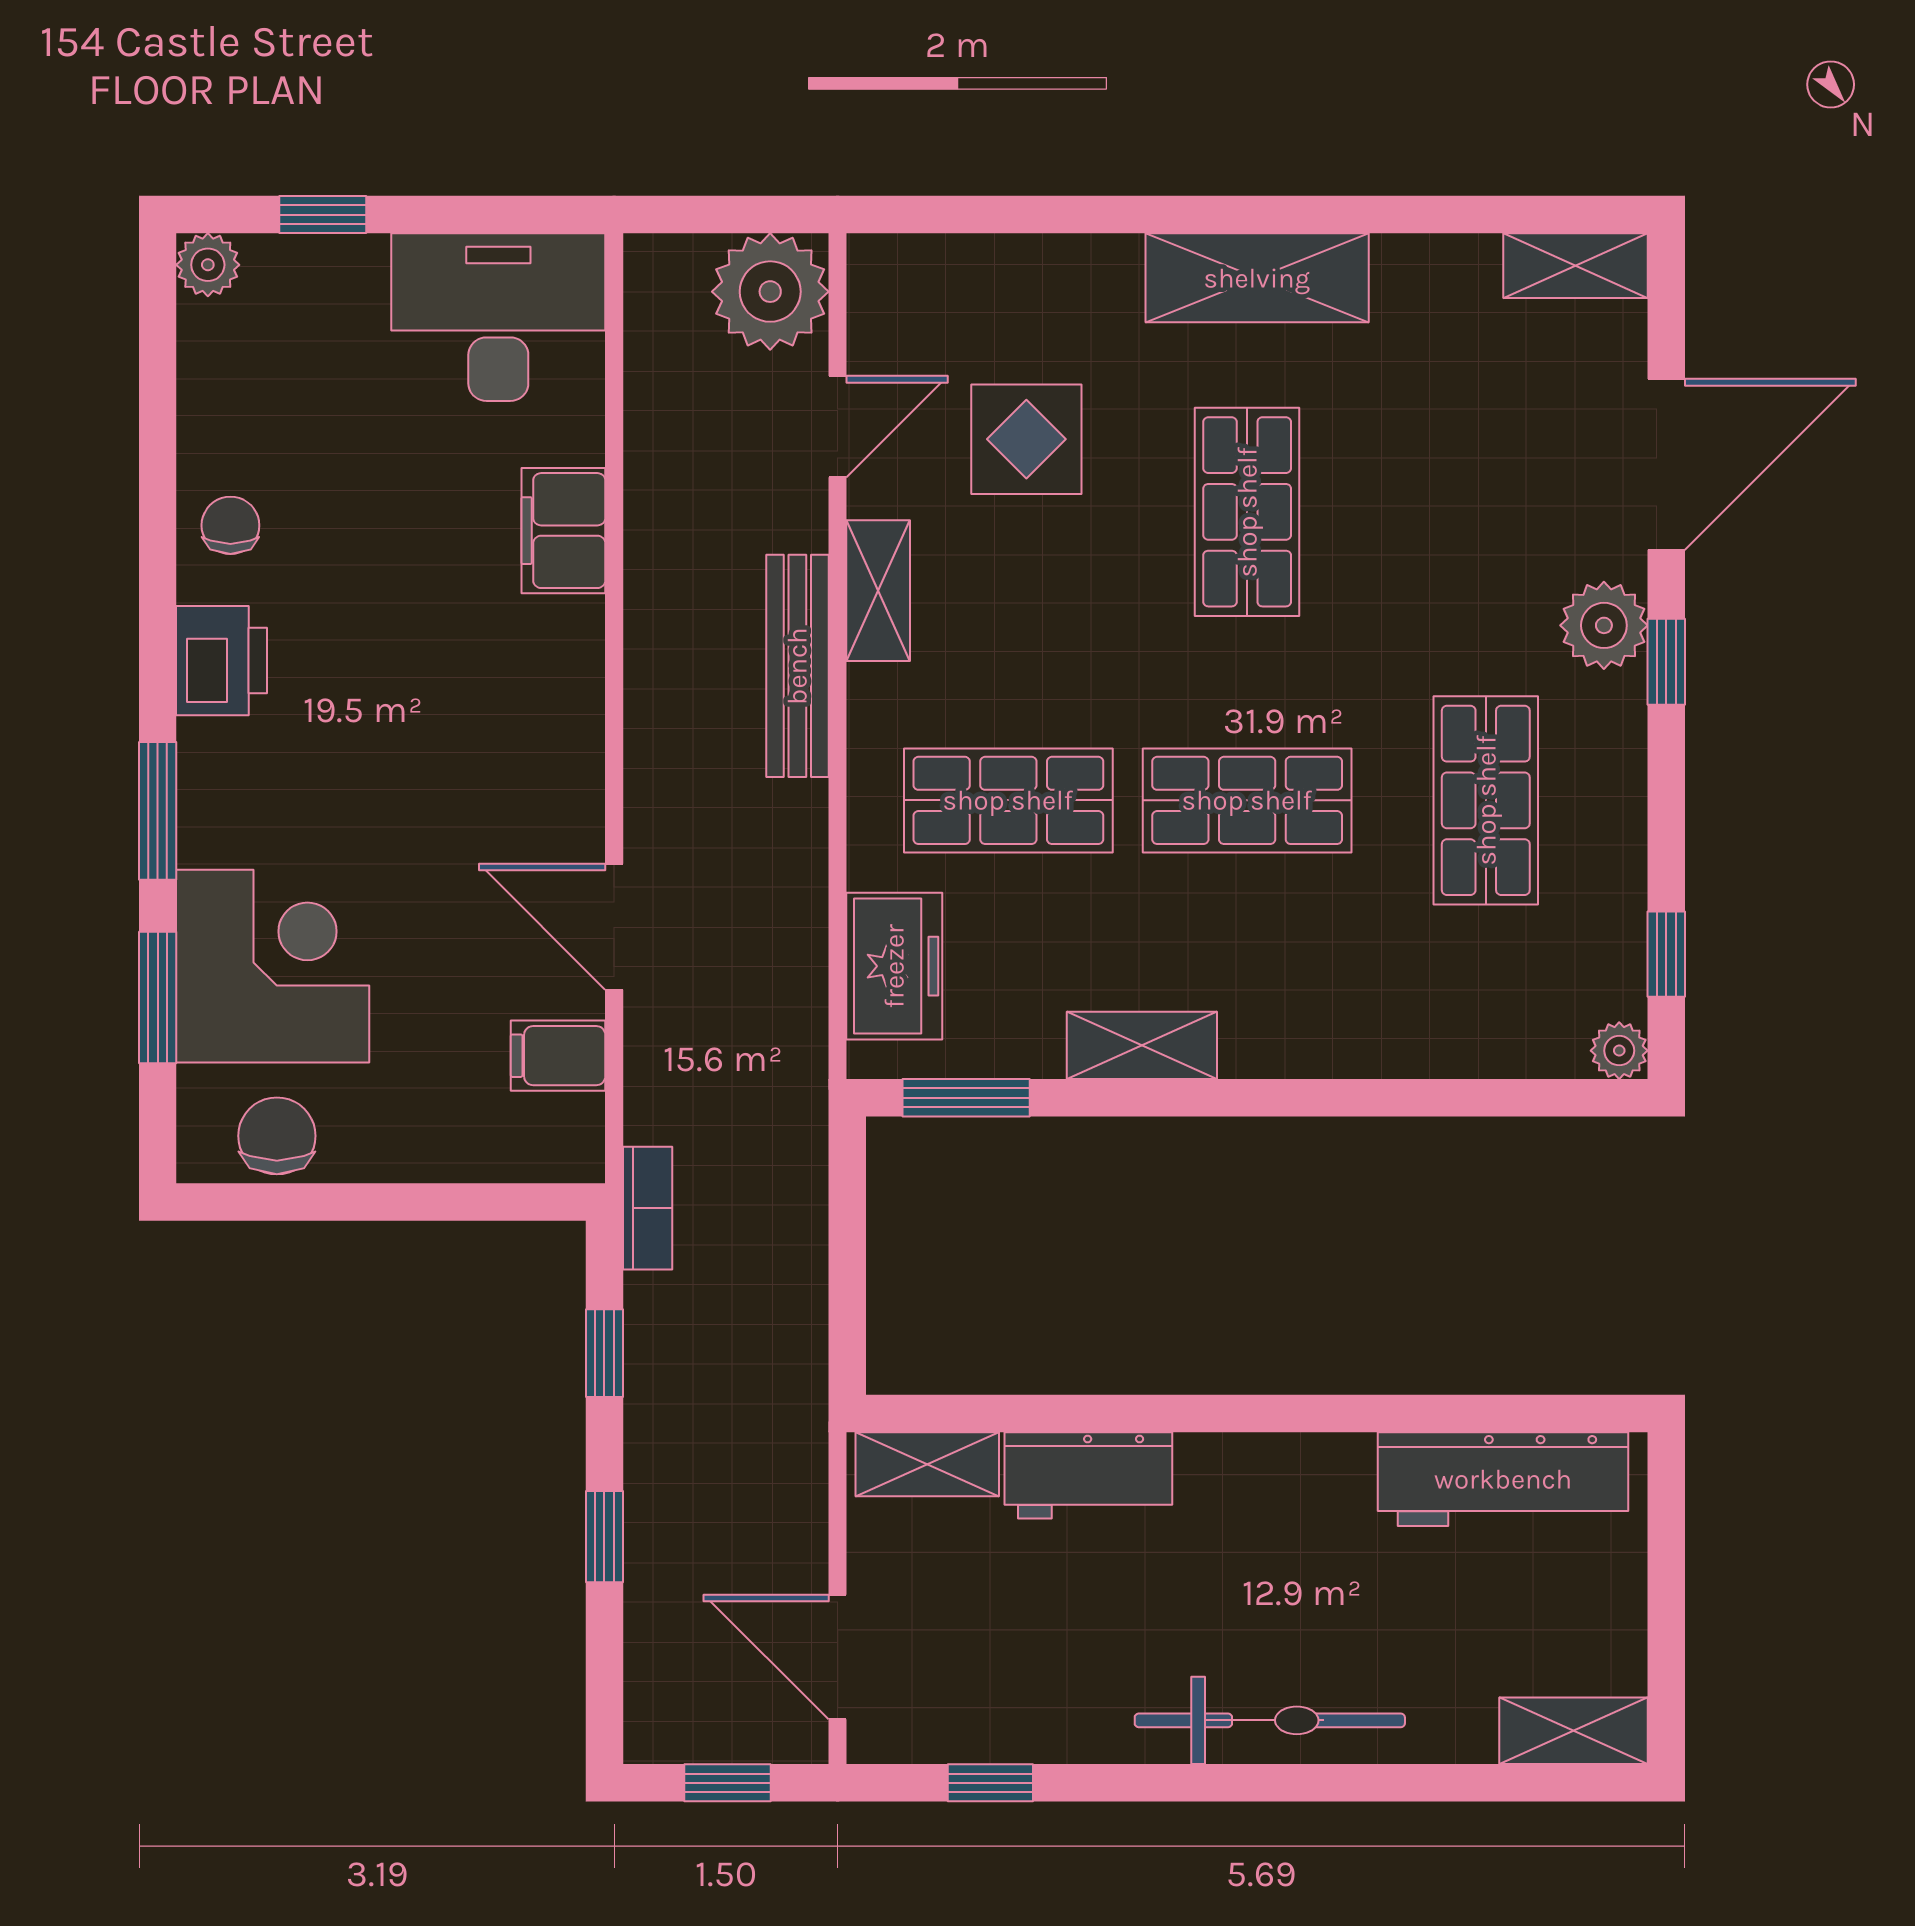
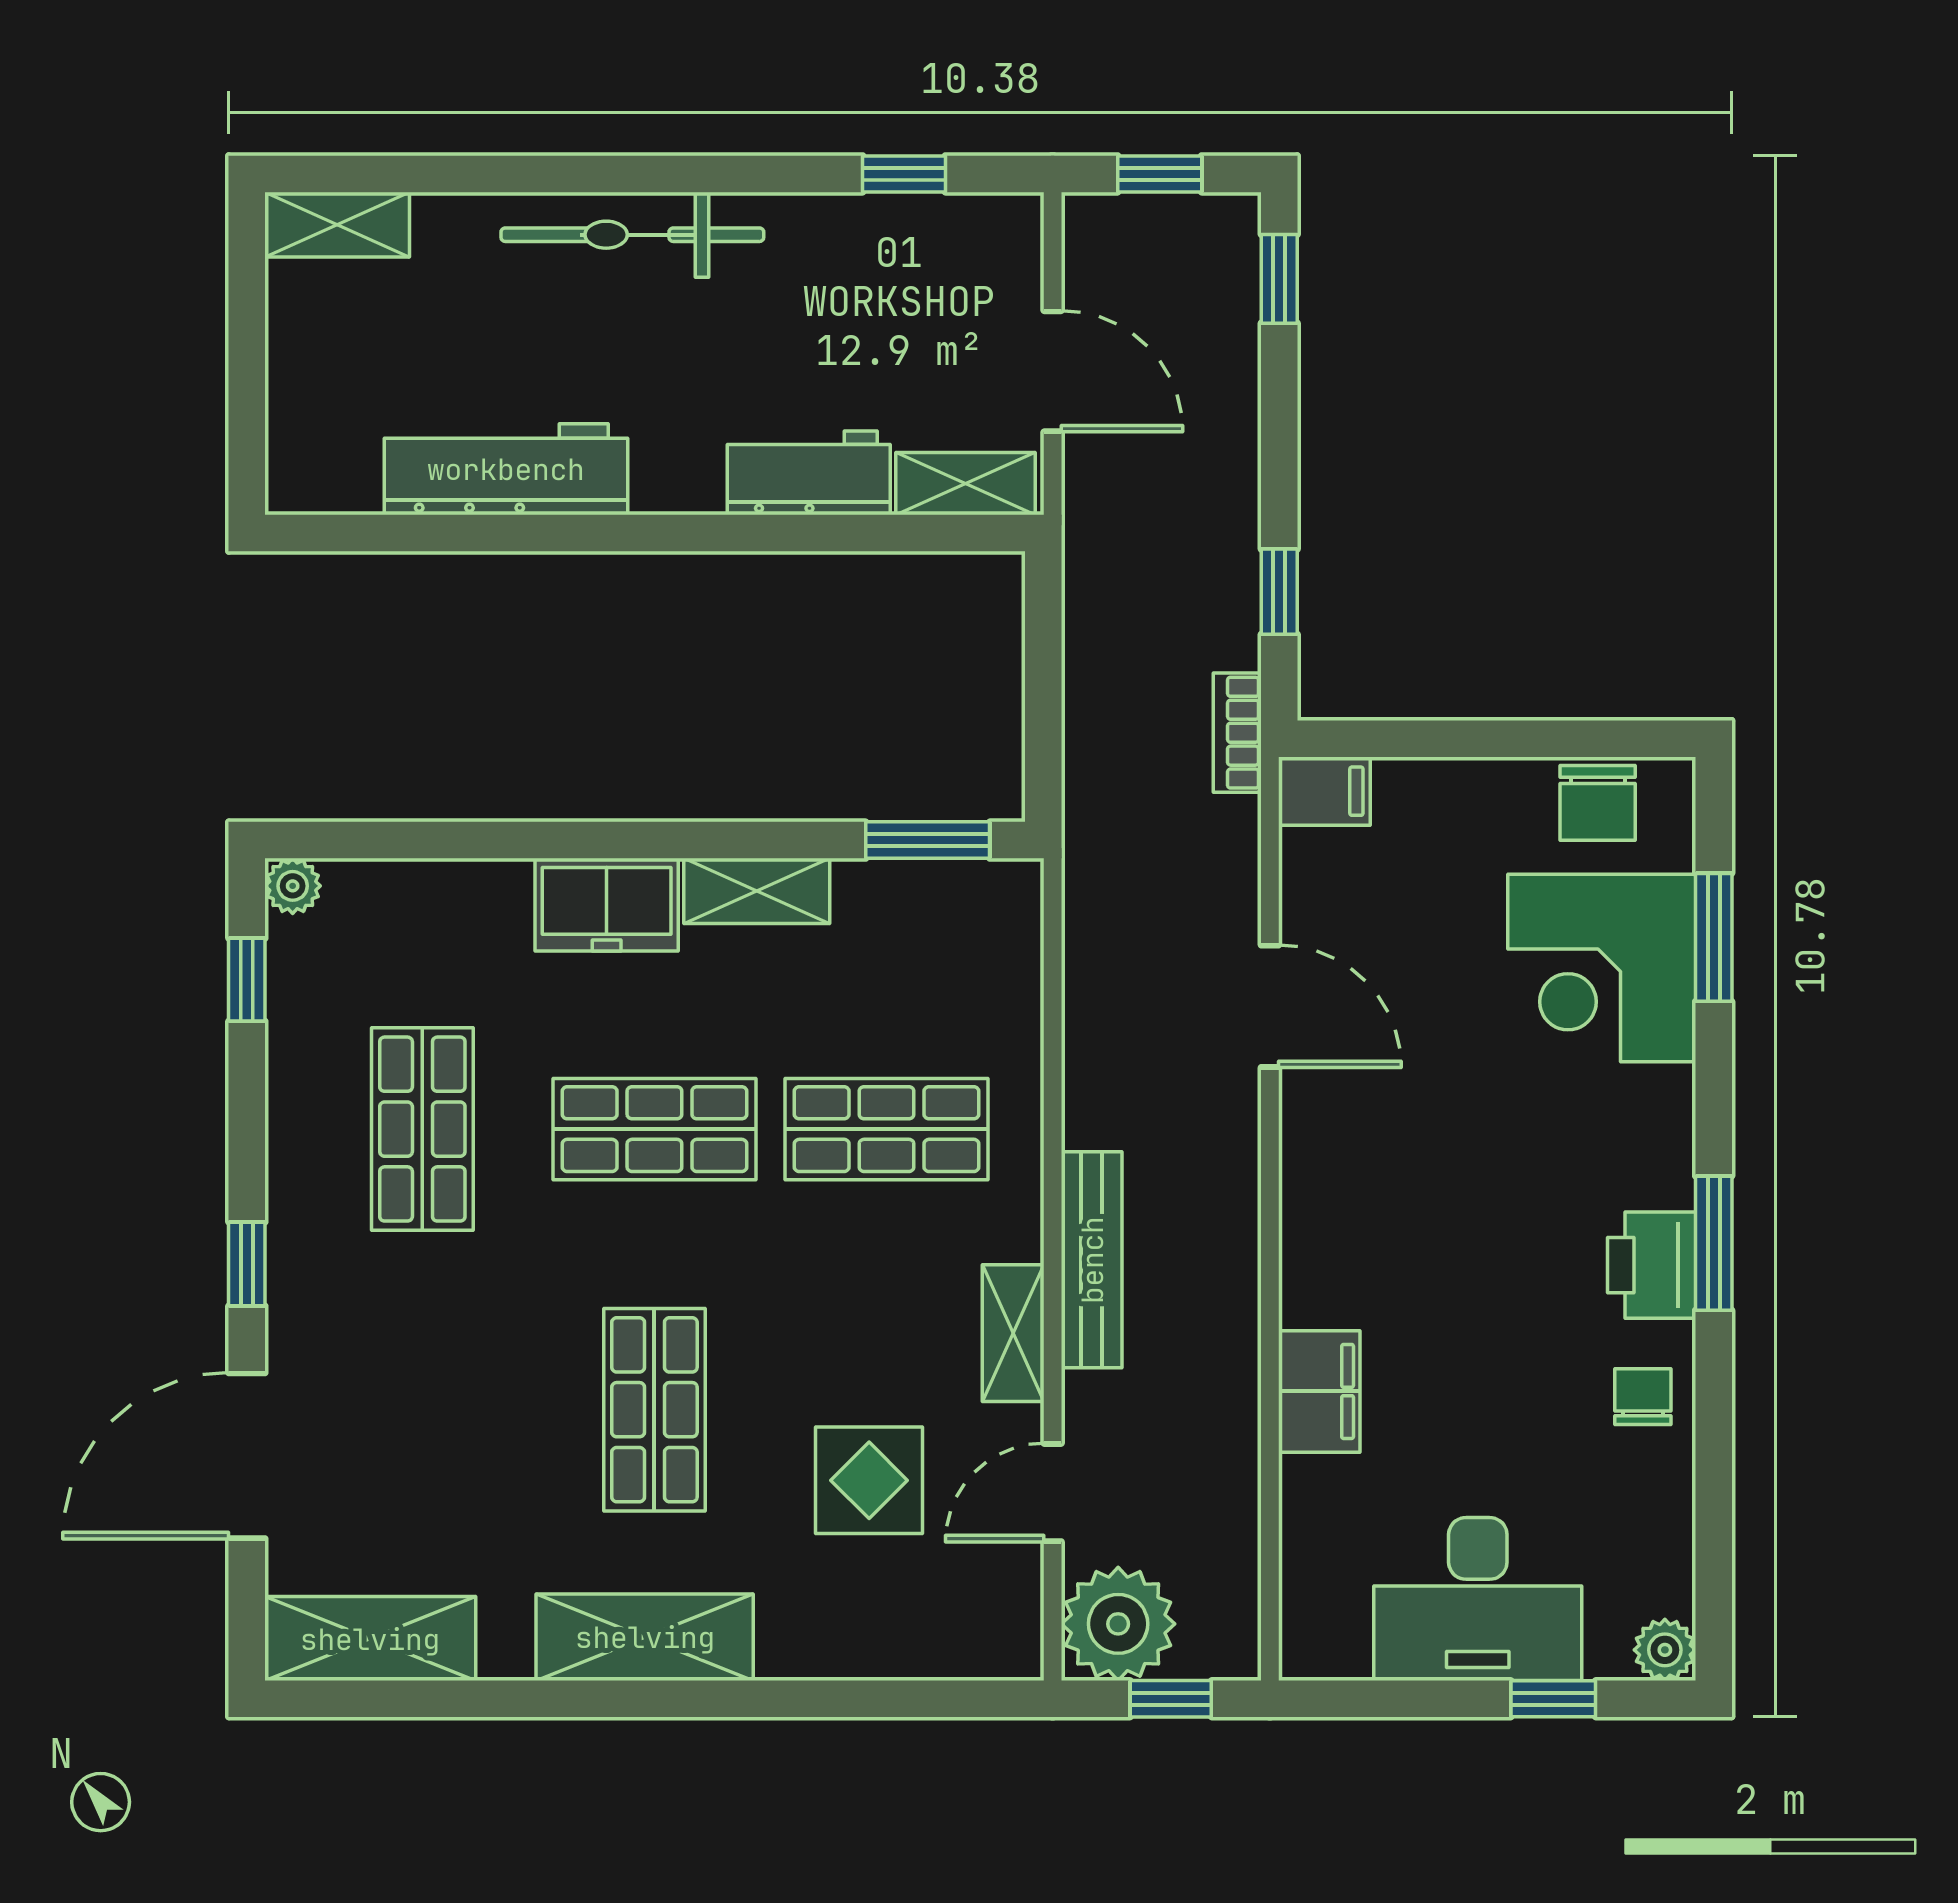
window: (716, 215) -> (1171, 1699), added
shelving: (1576, 266) -> (370, 1639), width x1.50, depth x1.33
desk: (498, 317) -> (1478, 1599), moved
chair: (230, 525) -> (1643, 1397), turned 180
plant: (1604, 625) -> (307, 1299), removed
window: (158, 811) -> (1714, 1243), moved
freezer: (894, 966) -> (607, 905), moved, turned -90
filing cabinet: (558, 1056) -> (1324, 791), moved
workbench: (1503, 1479) -> (506, 469), moved
window: (604, 1537) -> (1279, 279), moved
door: (838, 1657) -> (1053, 371), moved

